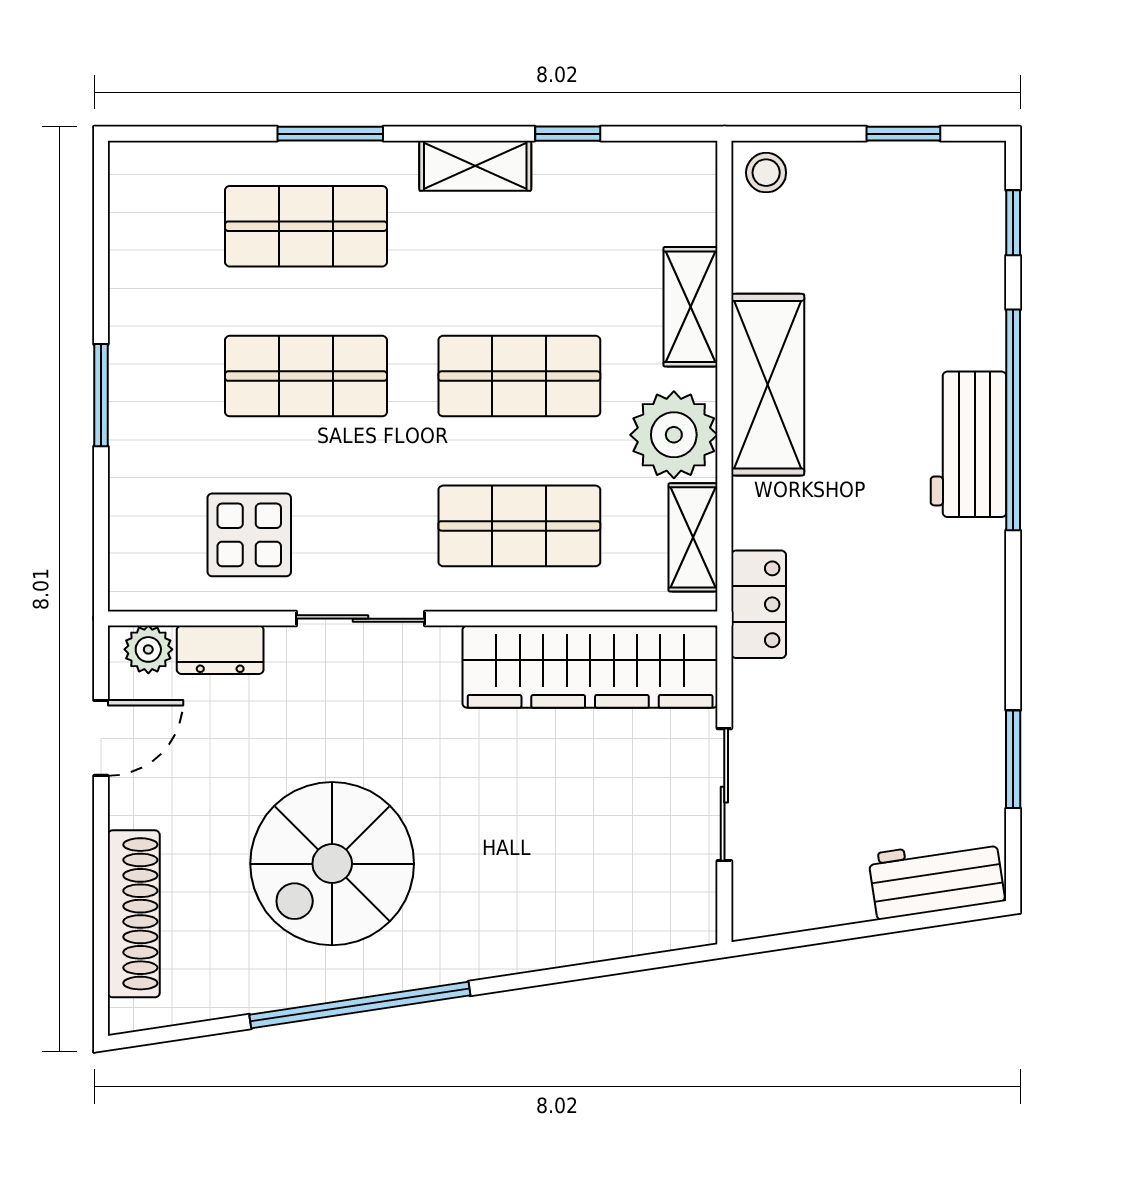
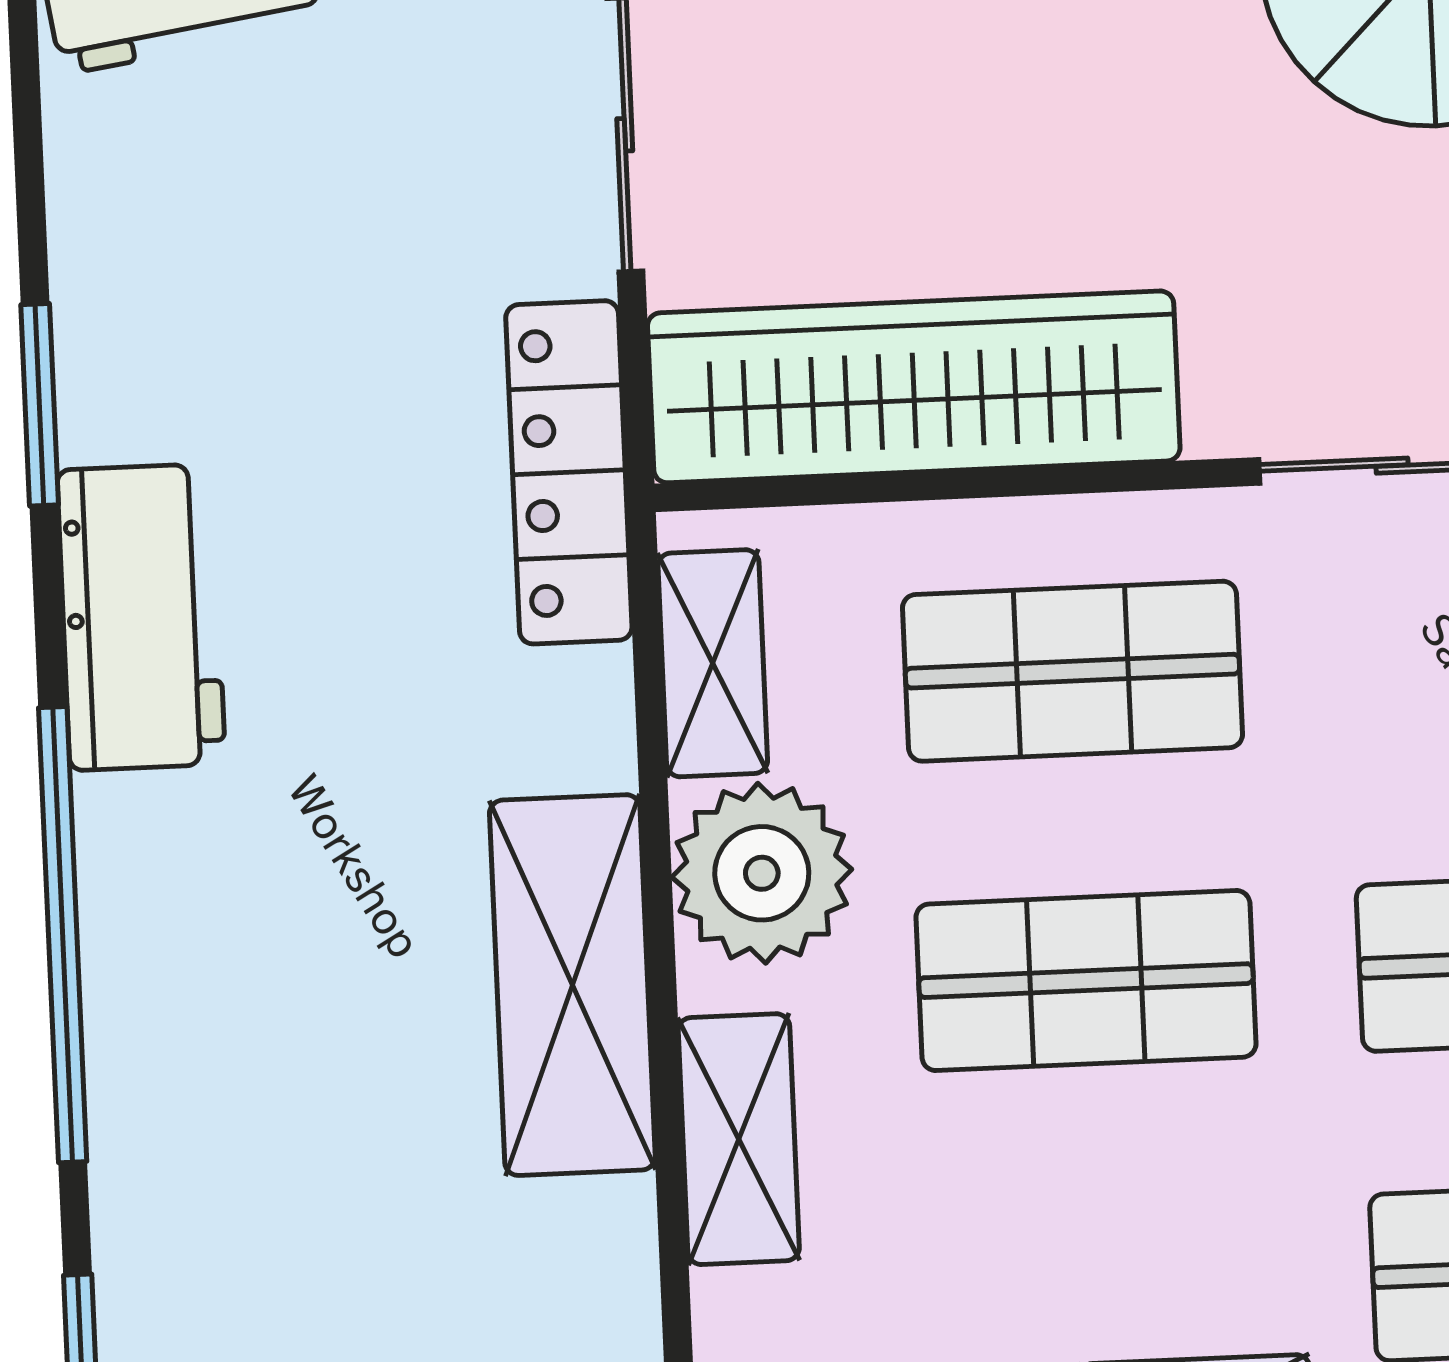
workbench: (968, 444) -> (141, 617), moved
locker: (759, 604) -> (569, 472), width x1.53
window: (1013, 759) -> (40, 405), moved

